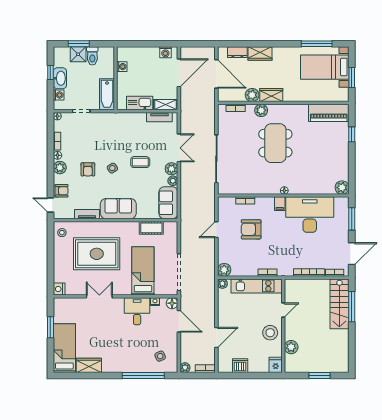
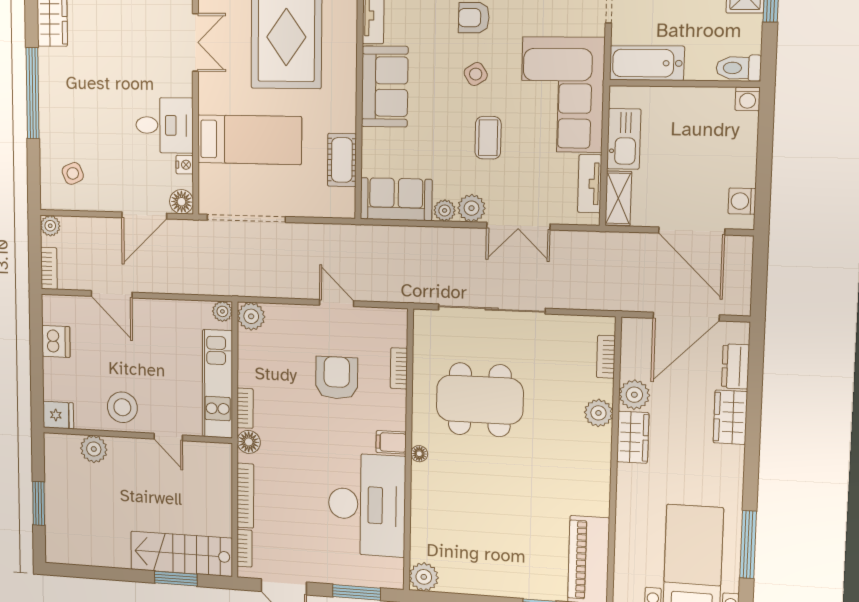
toilet: (92, 56) -> (739, 68), moved
washing machine: (122, 67) -> (748, 99), moved
corner sofa: (121, 130) -> (562, 95), added
dining table: (275, 143) -> (480, 400), moved
floor lamp: (283, 271) -> (249, 442), added
window: (352, 307) -> (176, 579), width x0.69
window: (143, 375) -> (33, 93), moved

